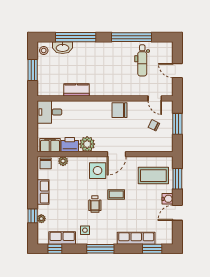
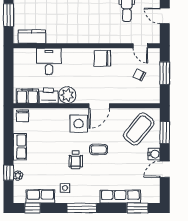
kitchen counter: (77, 90) -> (32, 37), moved
desk: (49, 112) -> (49, 61), moved, turned 90
plant: (63, 161) -> (41, 113), removed
coffee table: (153, 176) -> (139, 129), turned -51

